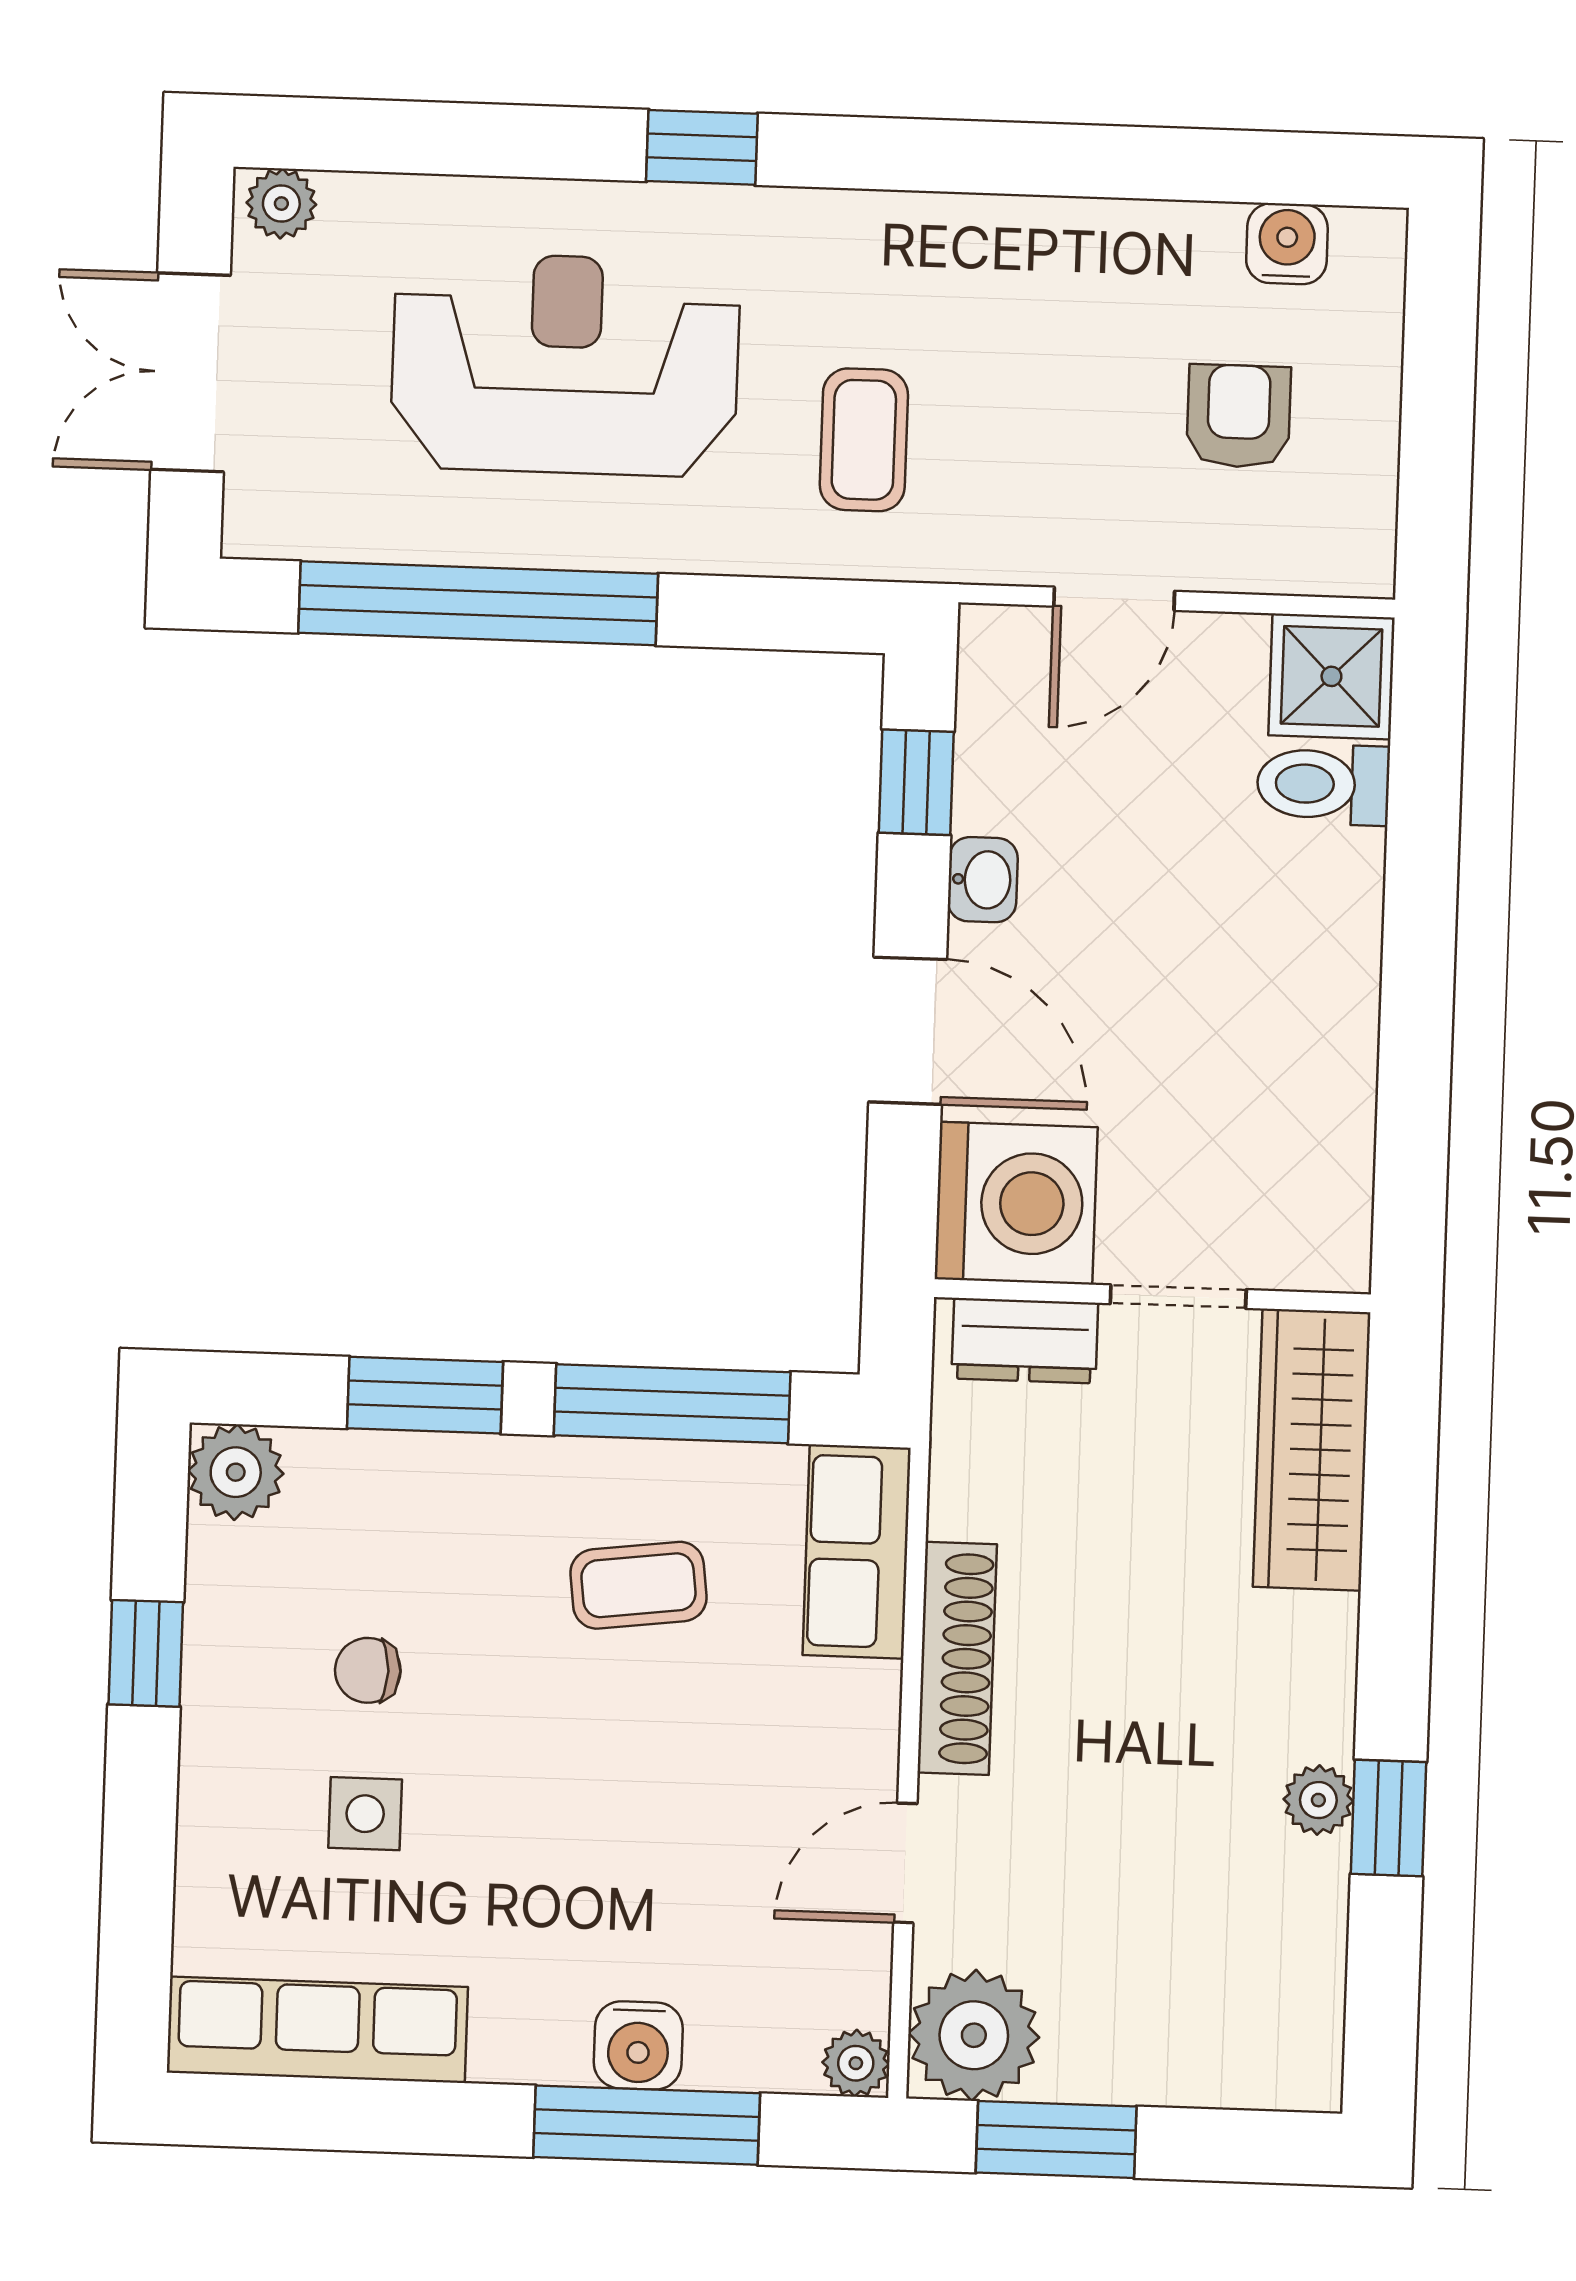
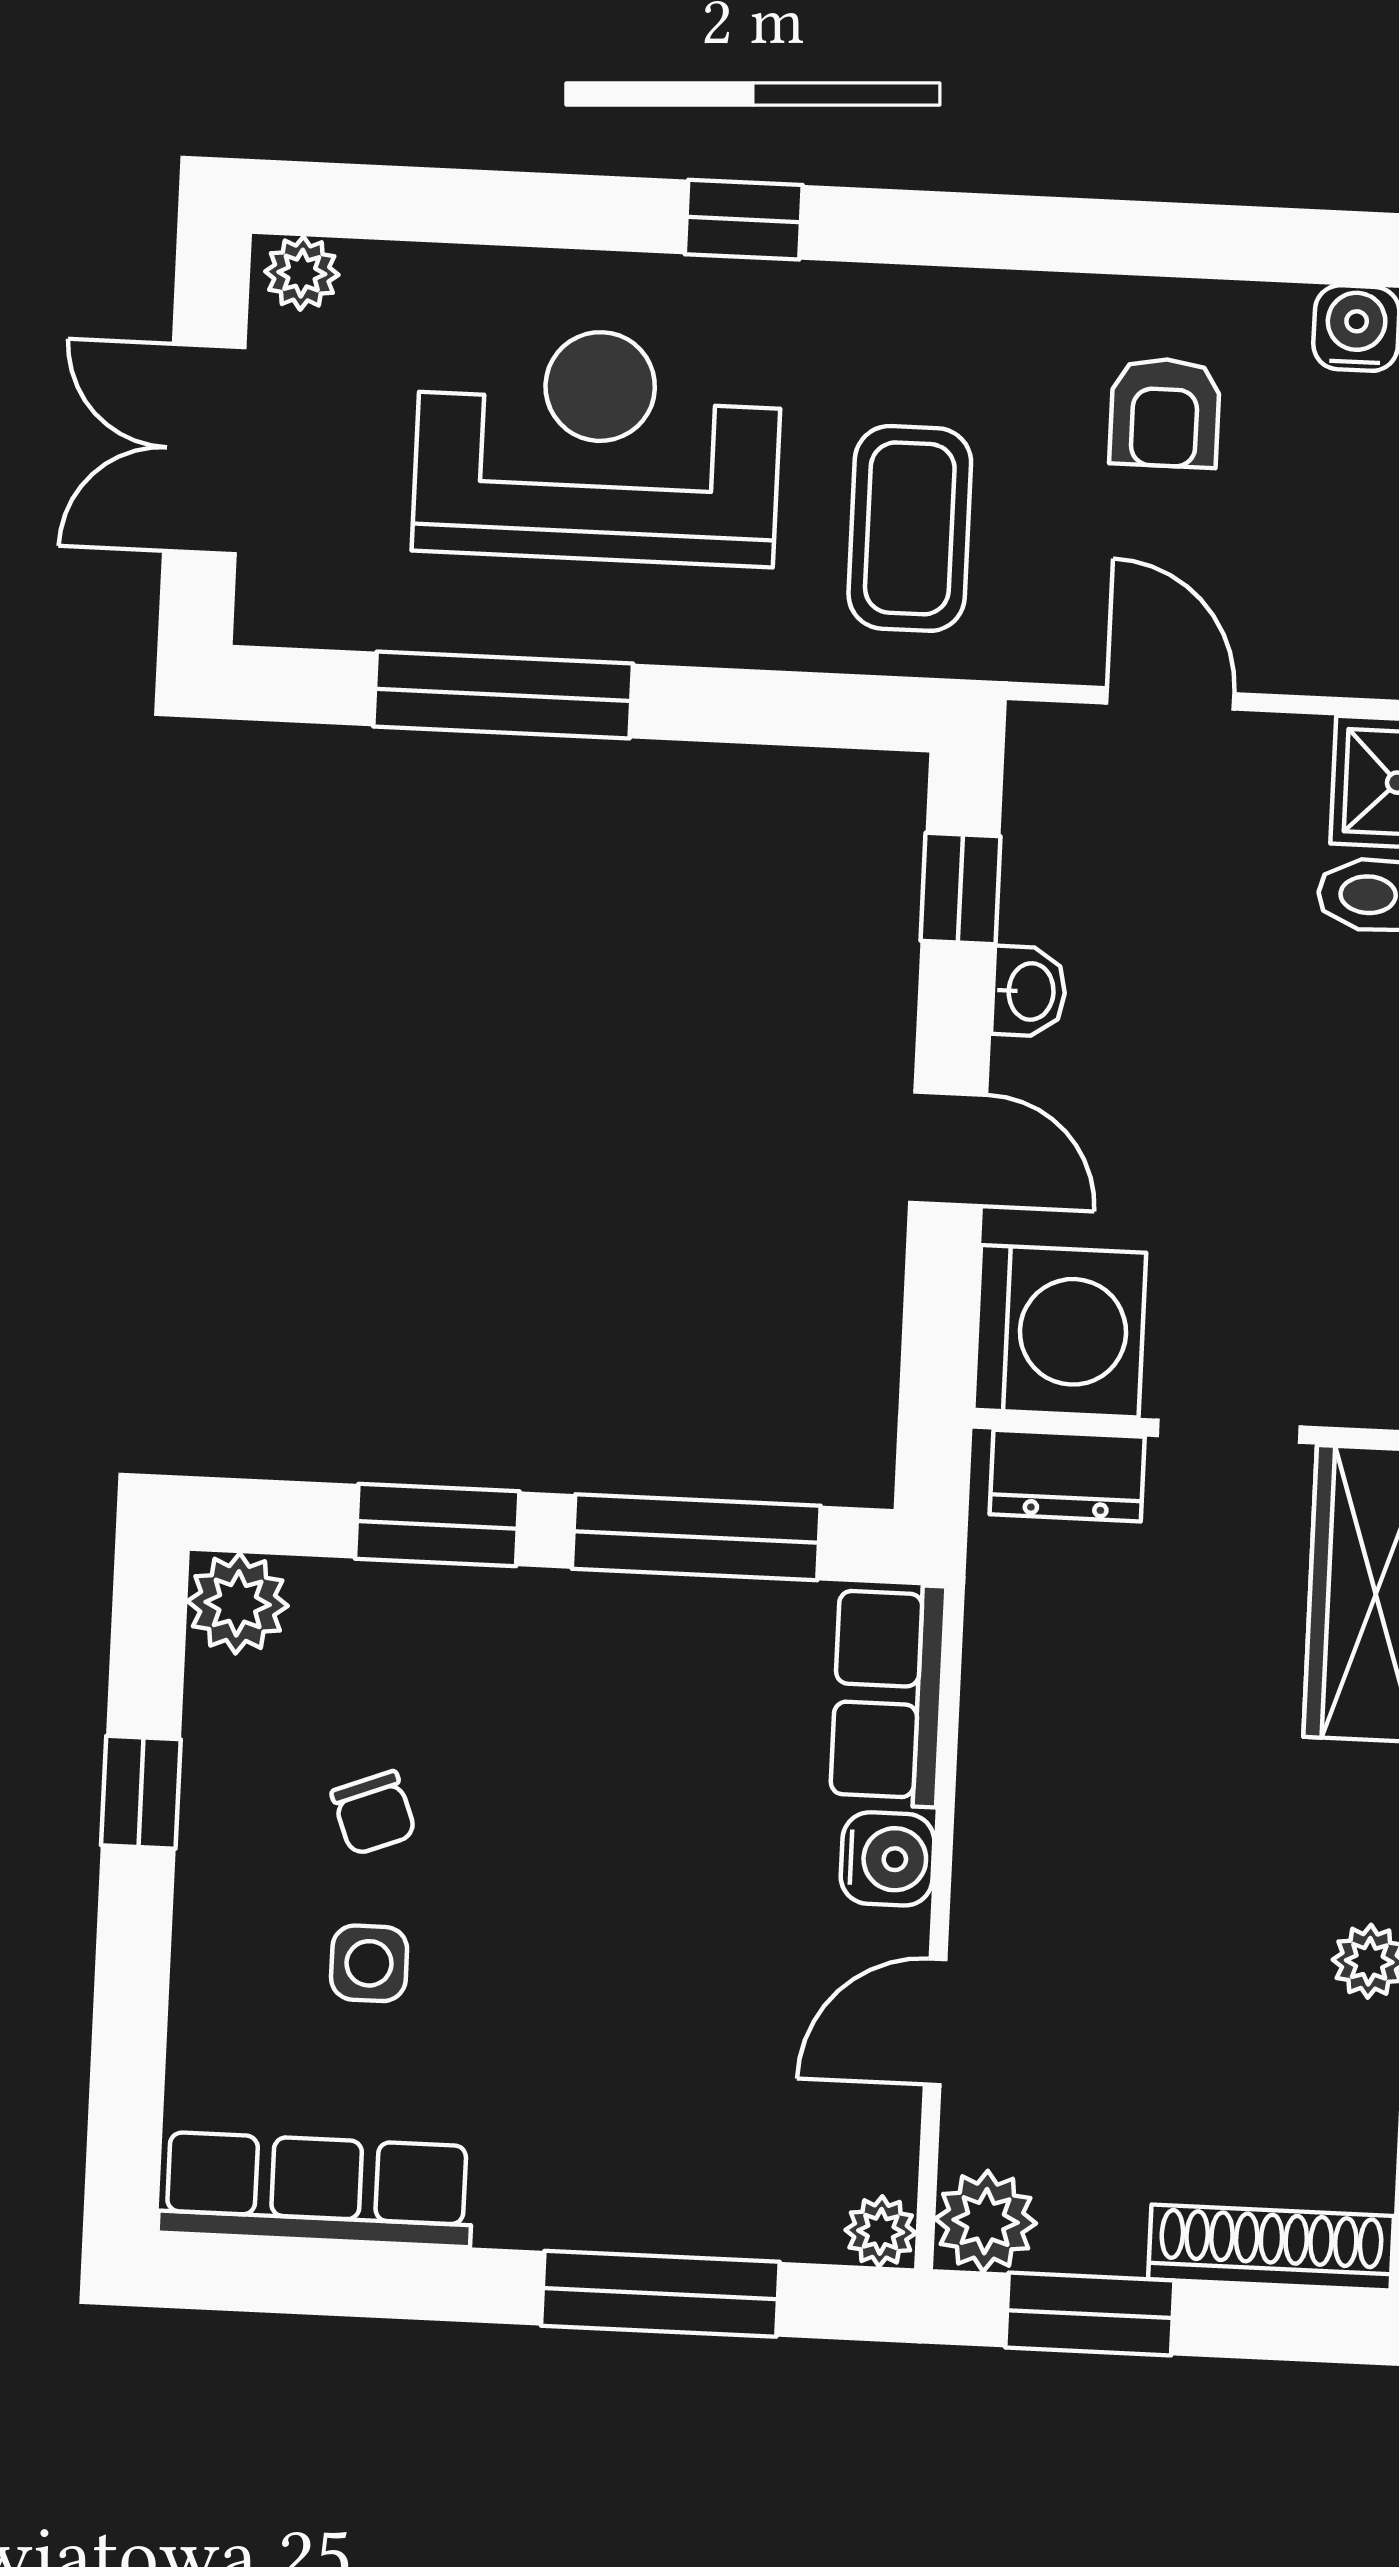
armchair: (1239, 416) -> (1165, 413), moved, turned 180
coffee table: (864, 440) -> (910, 528), width x1.36, depth x1.30
door: (1114, 599) -> (1170, 698), swing flipped
window: (478, 603) -> (503, 695), width x0.68
door: (908, 1031) -> (948, 1149), width x0.73
coffee table: (638, 1585) -> (659, 1727), removed
shoe rack: (957, 1658) -> (1271, 2248), moved, turned -90
chair: (368, 1670) -> (374, 1813), turned -111
plant: (974, 2035) -> (986, 2221), width x0.73, depth x0.73
water cooler: (638, 2045) -> (888, 1859), moved, turned -90

